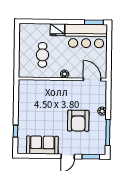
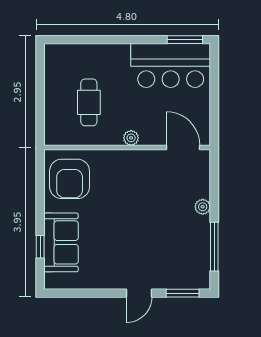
fridge: (57, 30) -> (116, 55), removed
armchair: (78, 121) -> (70, 179), moved
sofa: (42, 145) -> (61, 242), moved, turned 90

